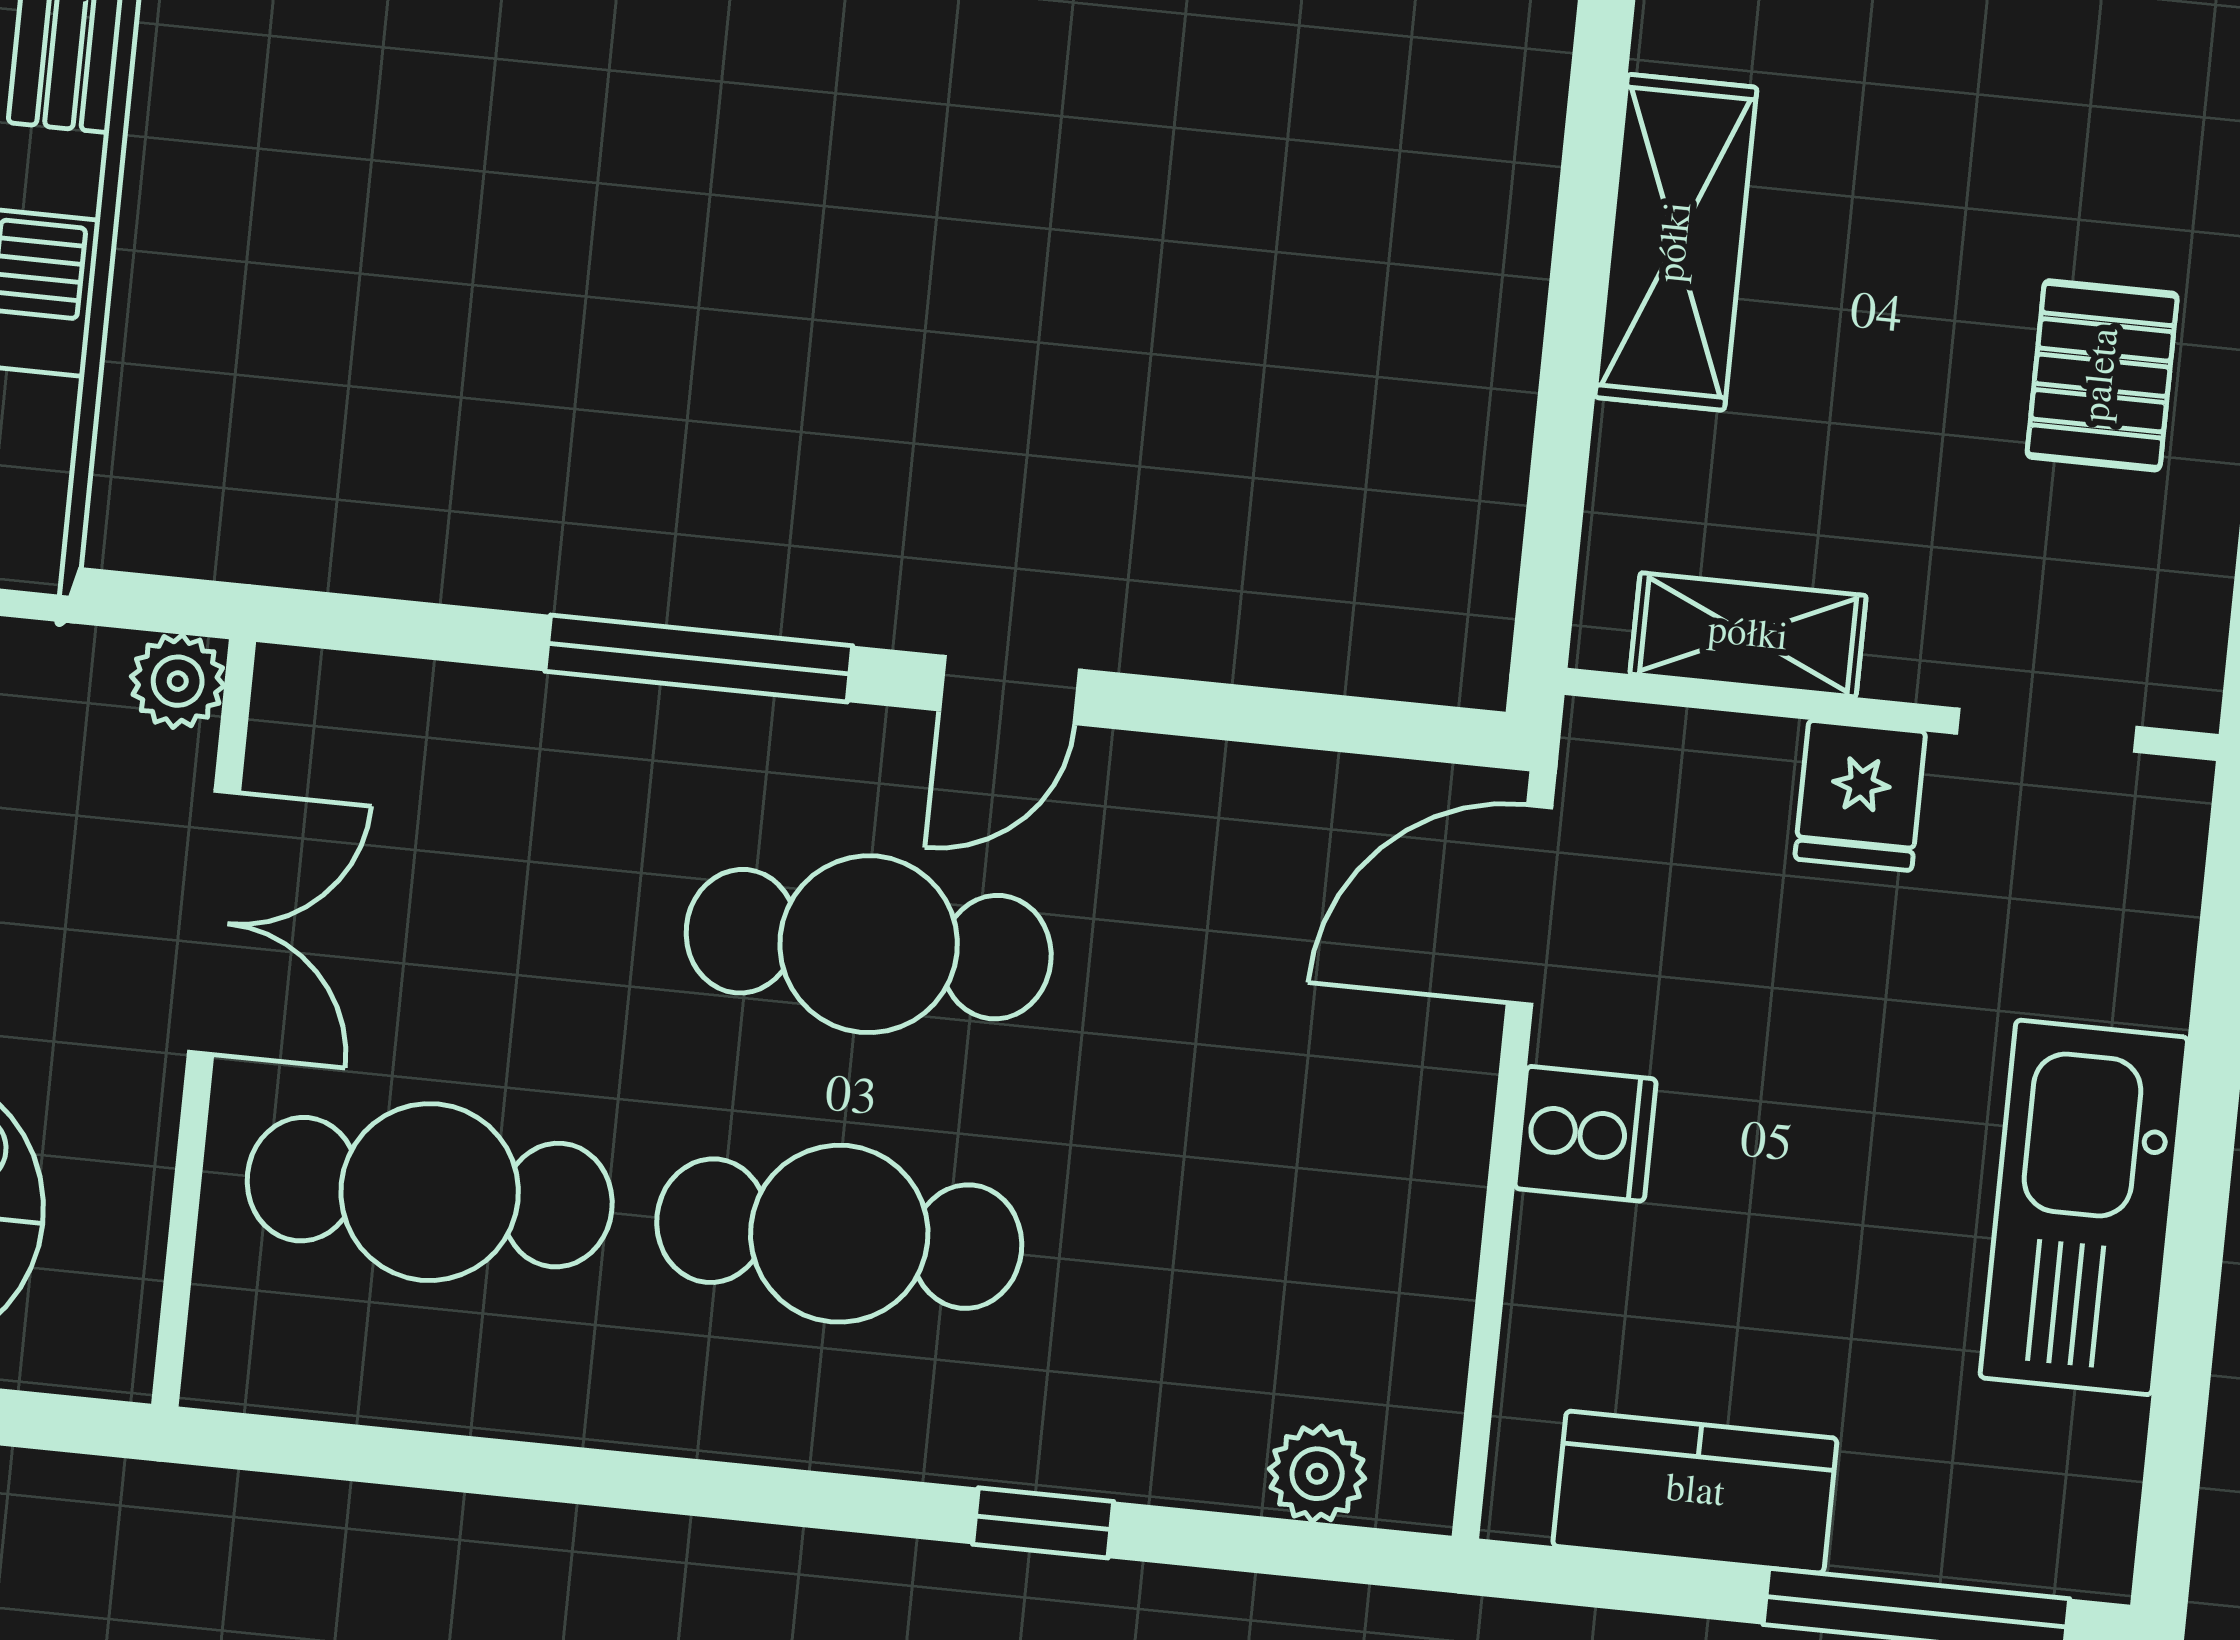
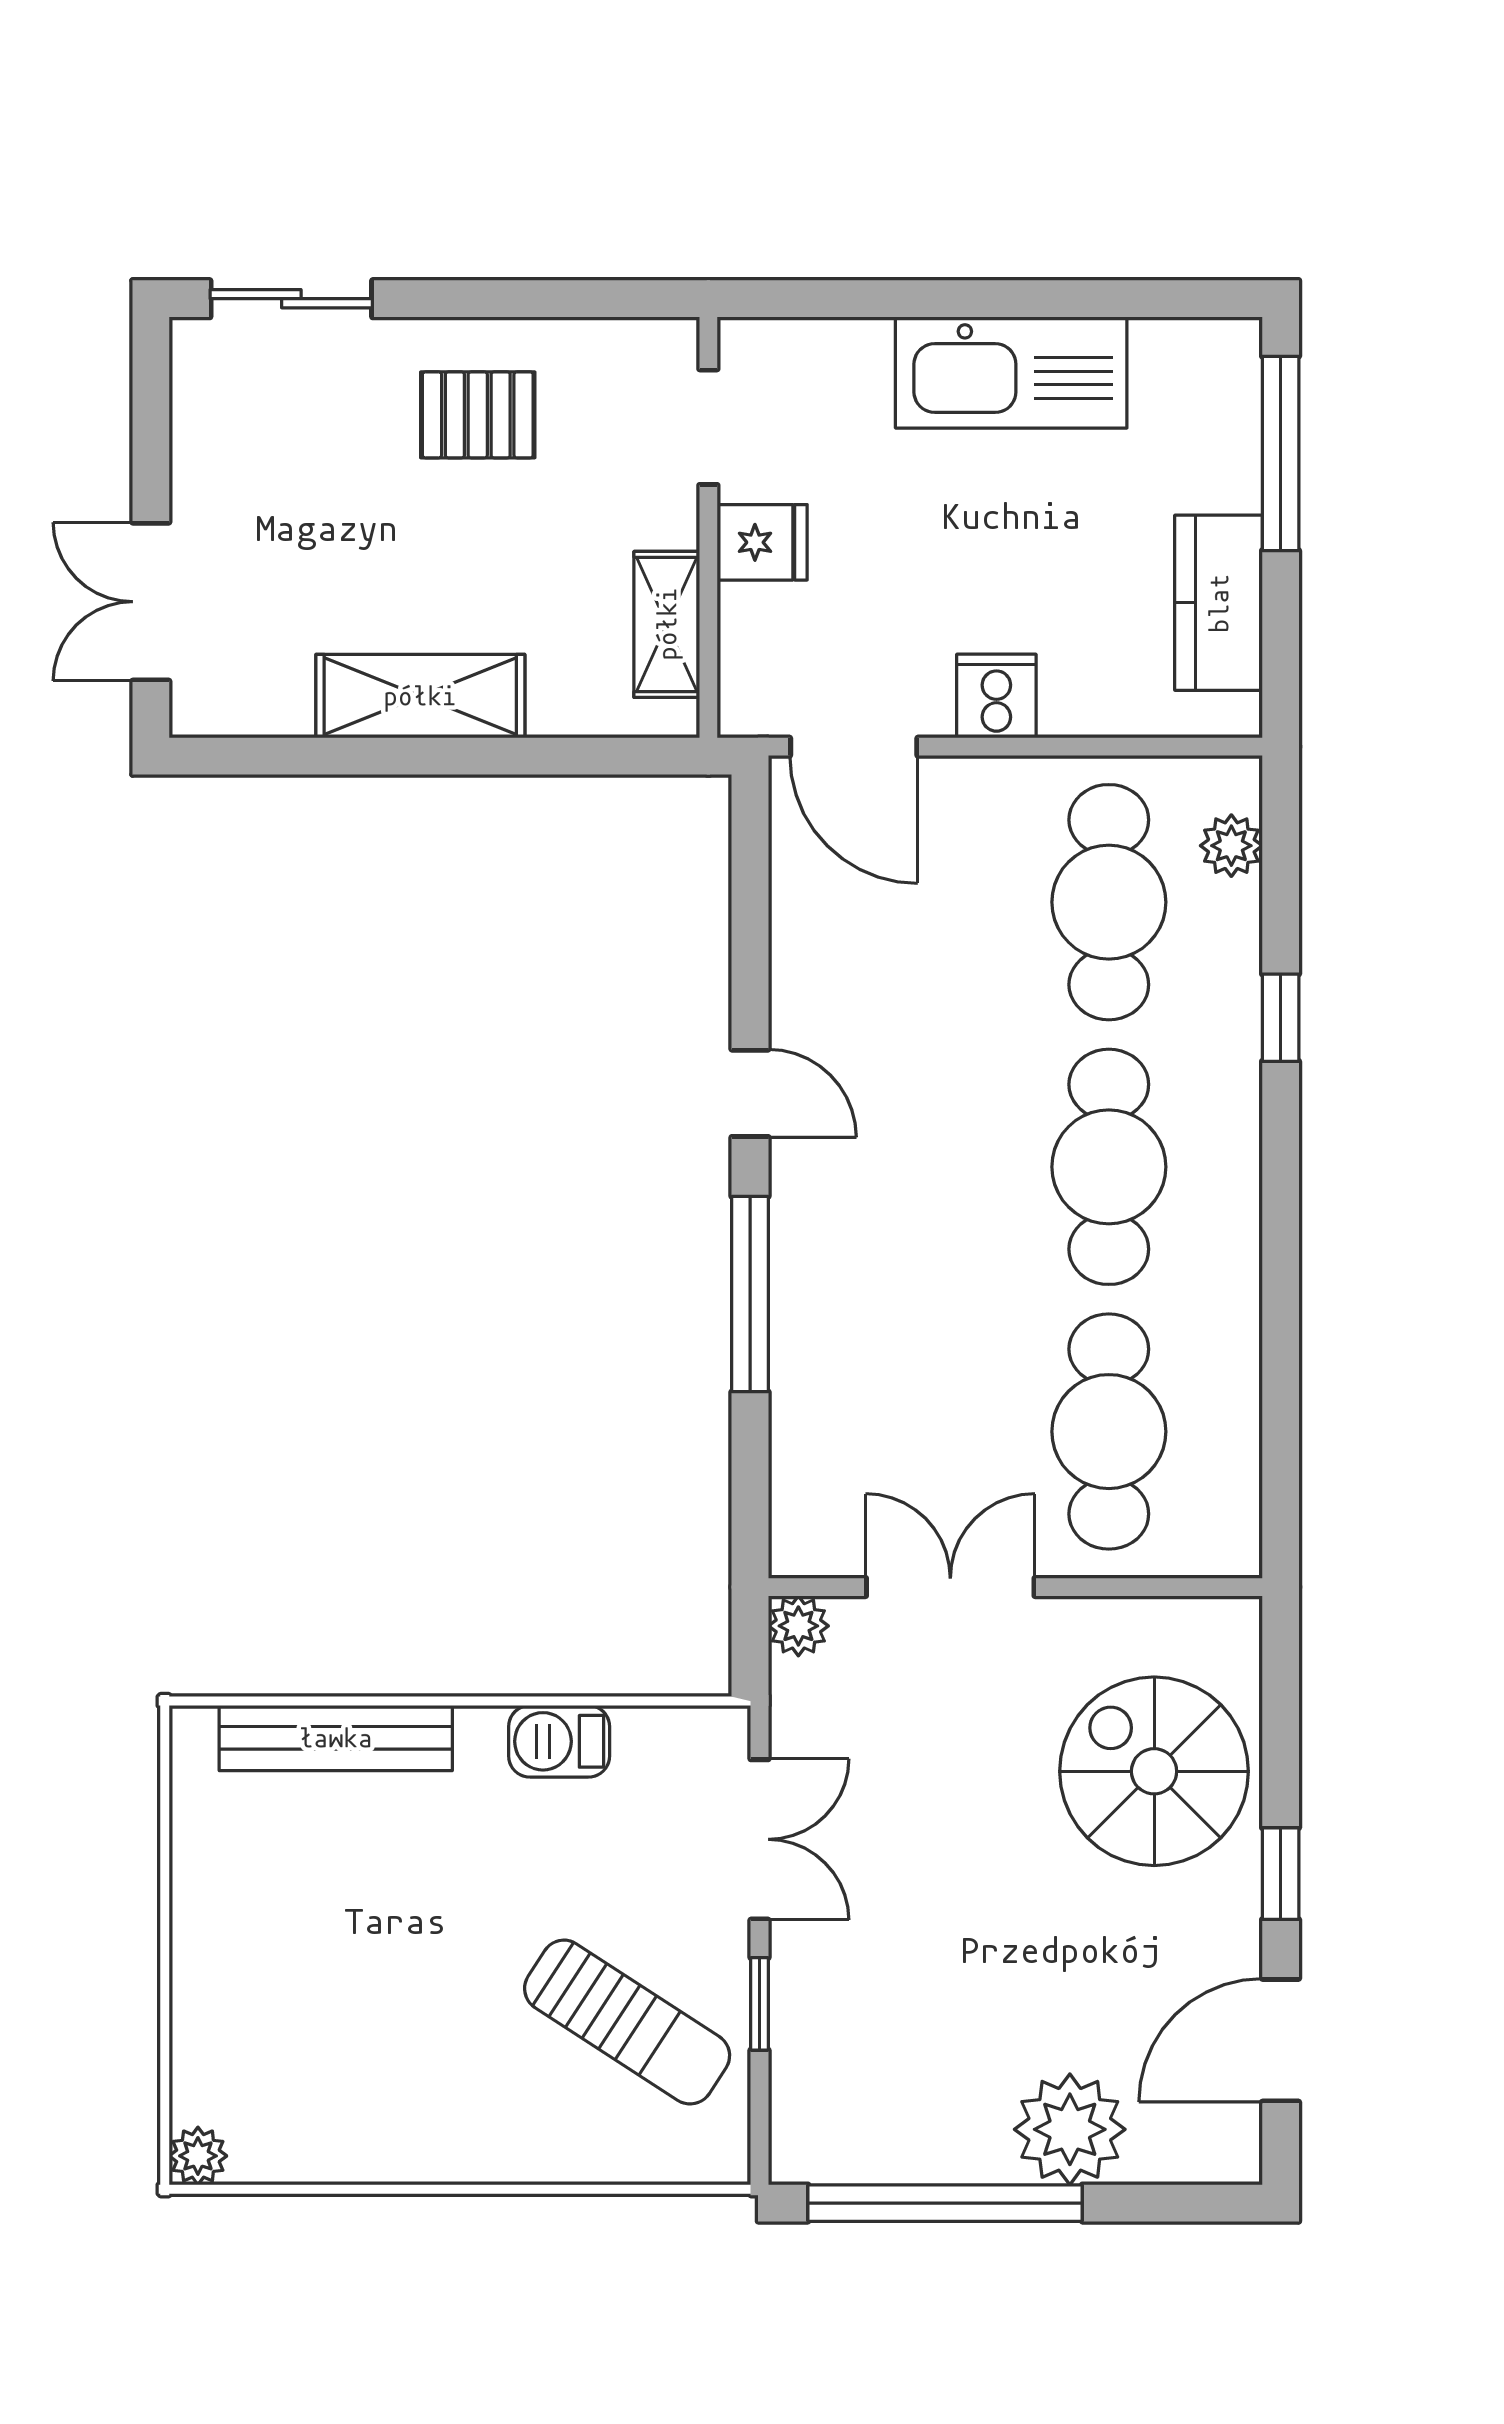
cafe table: (869, 944) -> (1109, 902), moved

